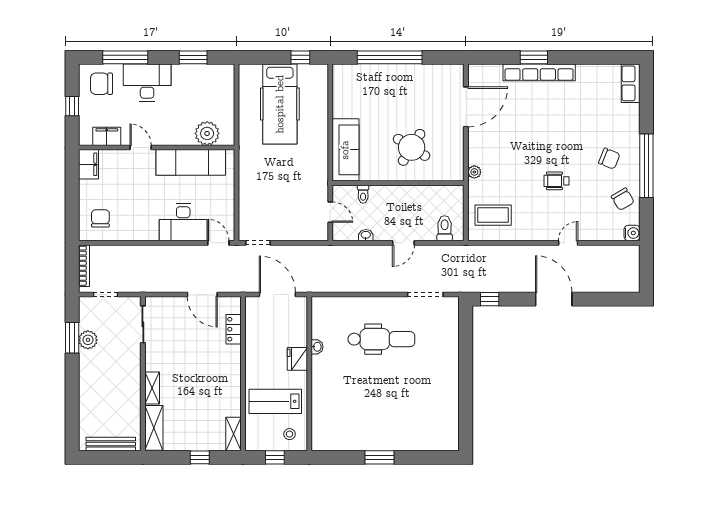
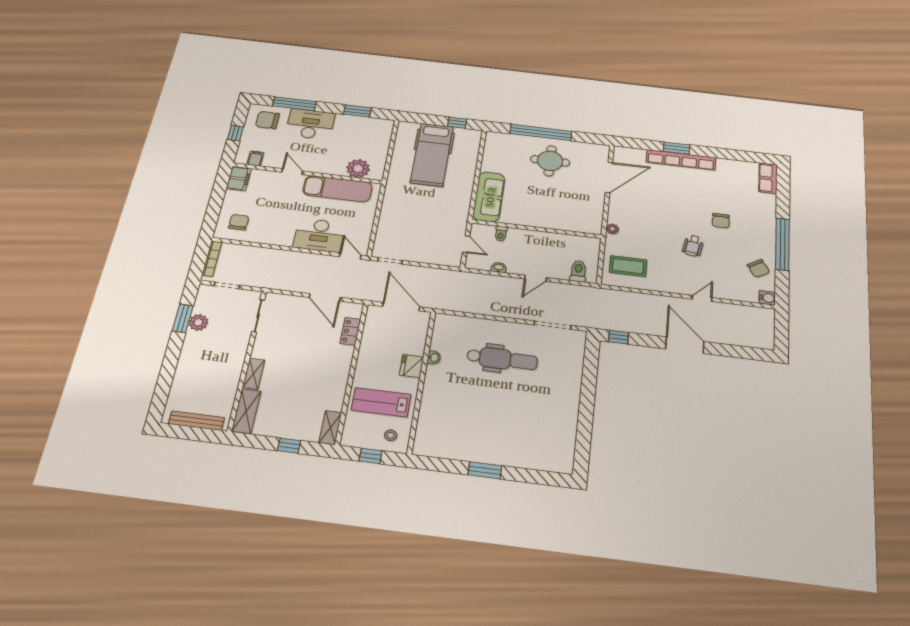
filing cabinet: (107, 136) -> (255, 159), width x0.50
round table: (412, 147) -> (550, 161), moved, turned -32
chair: (609, 159) -> (721, 221), moved, turned 68
wheelchair: (556, 181) -> (693, 246), turned -80

